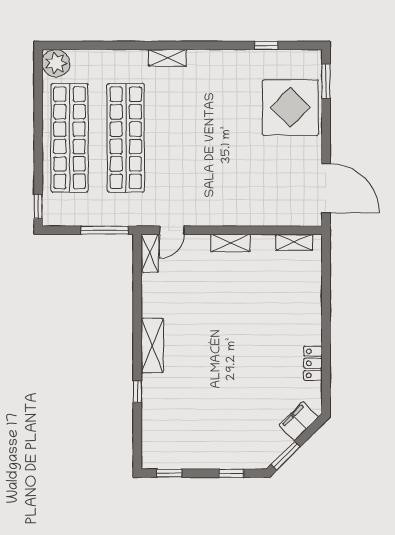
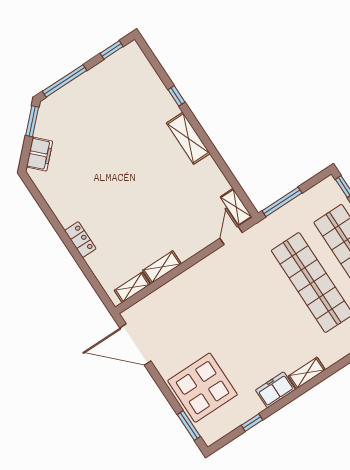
shelving: (167, 58) -> (307, 373), moved
freezer: (225, 61) -> (275, 390), added
shelving: (230, 243) -> (162, 267), moved
locker: (313, 363) -> (80, 240), moved
window: (231, 473) -> (65, 81), width x2.17

